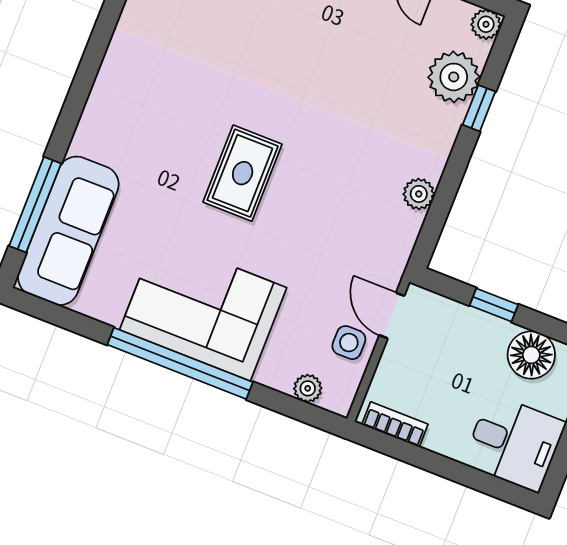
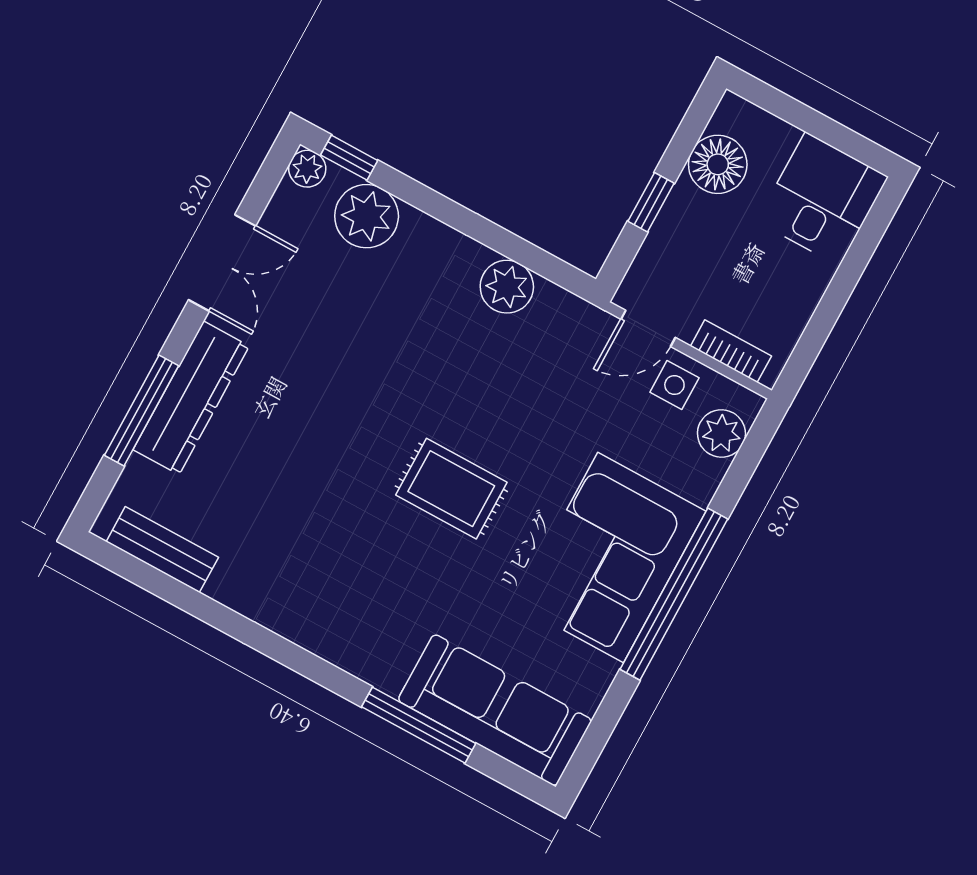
window: (479, 108) -> (349, 158), moved
plant: (419, 194) -> (507, 287), width x1.38, depth x1.38
window: (35, 205) -> (419, 725), moved
plant: (308, 388) -> (721, 434), width x1.38, depth x1.38
bookcase: (395, 424) -> (731, 351), moved, turned 90

